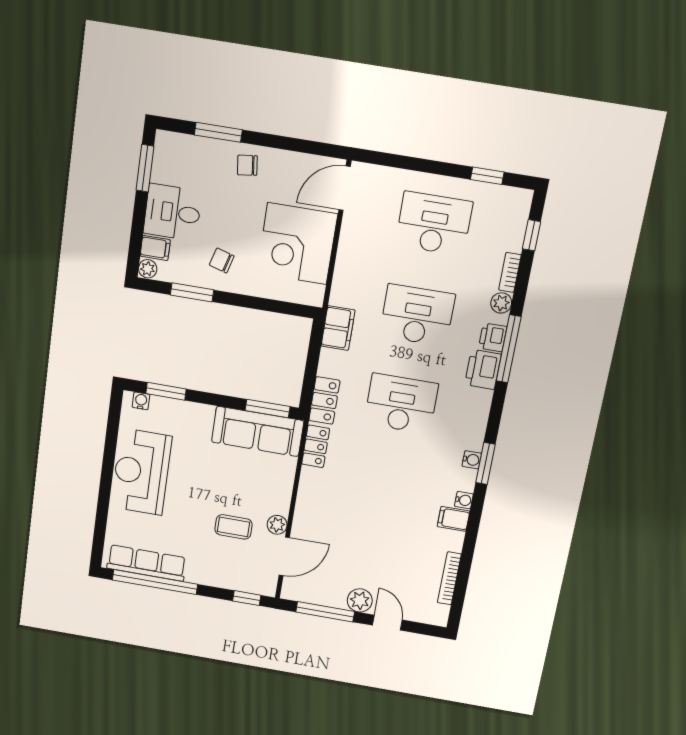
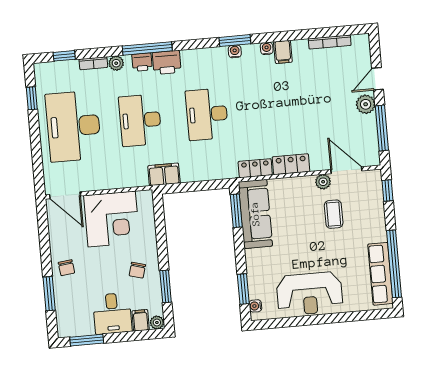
desk: (434, 224) -> (73, 126), width x1.36, depth x1.30
locker: (324, 400) -> (291, 164), moved

